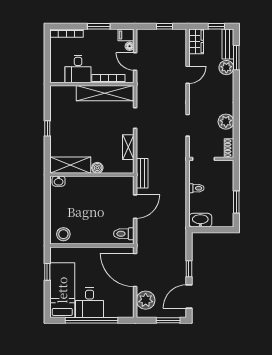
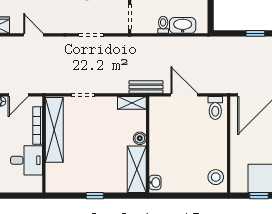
shelving: (128, 147) -> (132, 103), moved
washbasin: (200, 220) -> (183, 25), moved, turned 90

